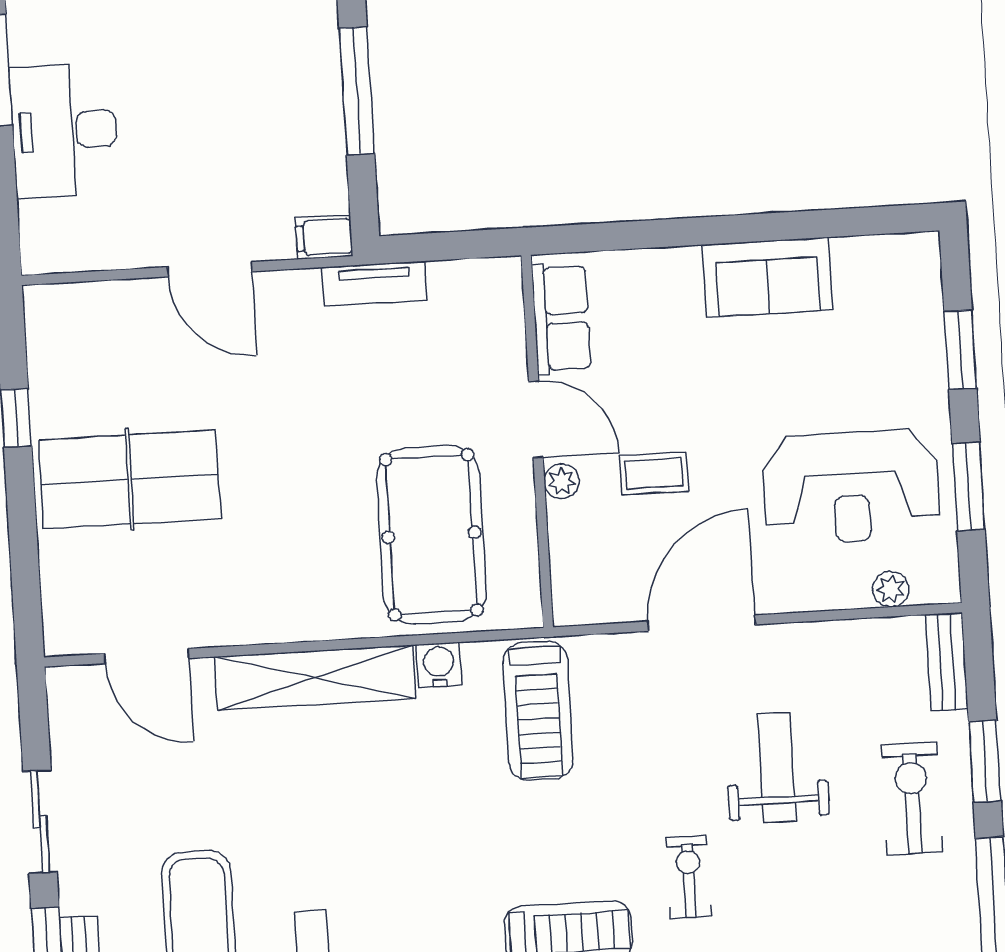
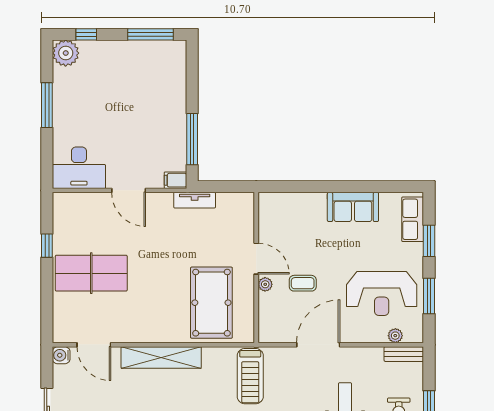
window: (357, 91) -> (192, 139), moved
desk: (64, 130) -> (79, 168), moved, turned -90
row of seats: (561, 319) -> (413, 219), moved, turned 180
bench: (947, 662) -> (404, 354), moved, turned 90
water cooler: (439, 665) -> (61, 355), moved, turned -90

